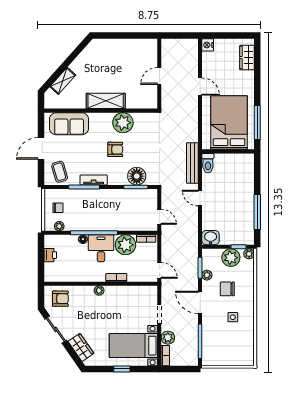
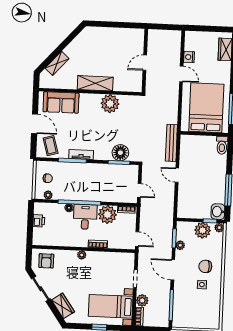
nightstand: (208, 45) -> (189, 57), moved
door: (41, 148) -> (35, 124), swing flipped
armchair: (115, 149) -> (102, 128), removed
toilet: (208, 163) -> (222, 145), moved
washbasin: (211, 238) -> (218, 212), moved, turned -90
chair: (227, 289) -> (205, 266), moved
armchair: (60, 299) -> (46, 261), turned 90

